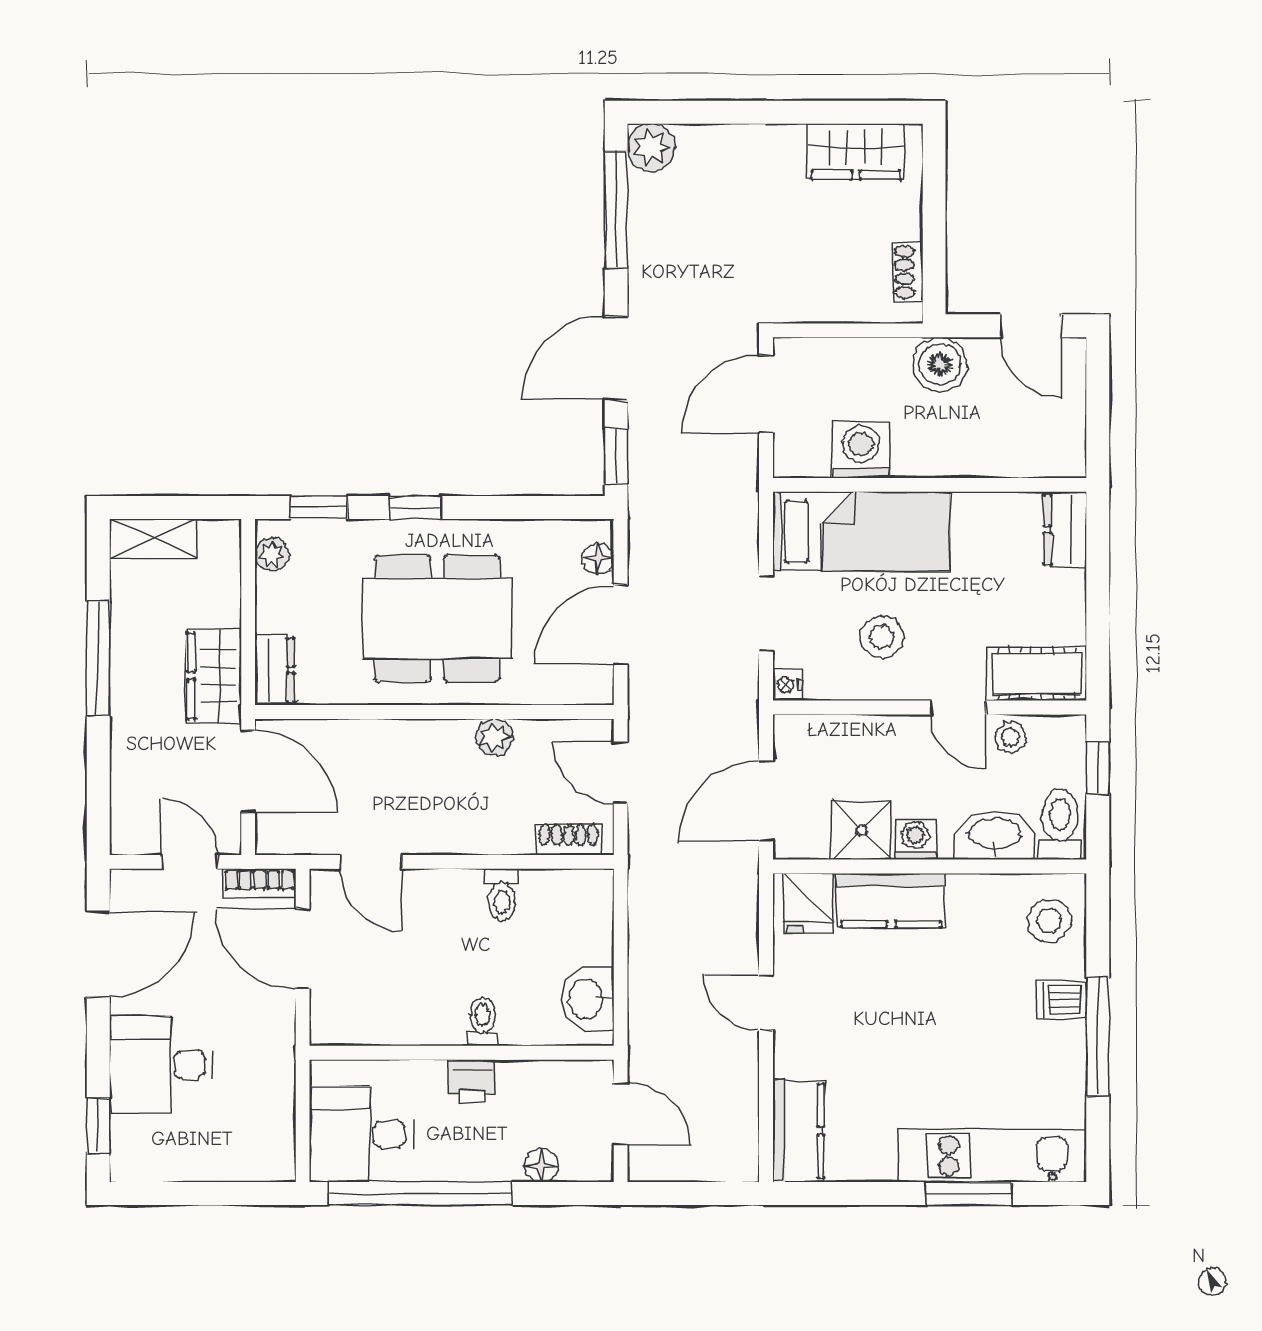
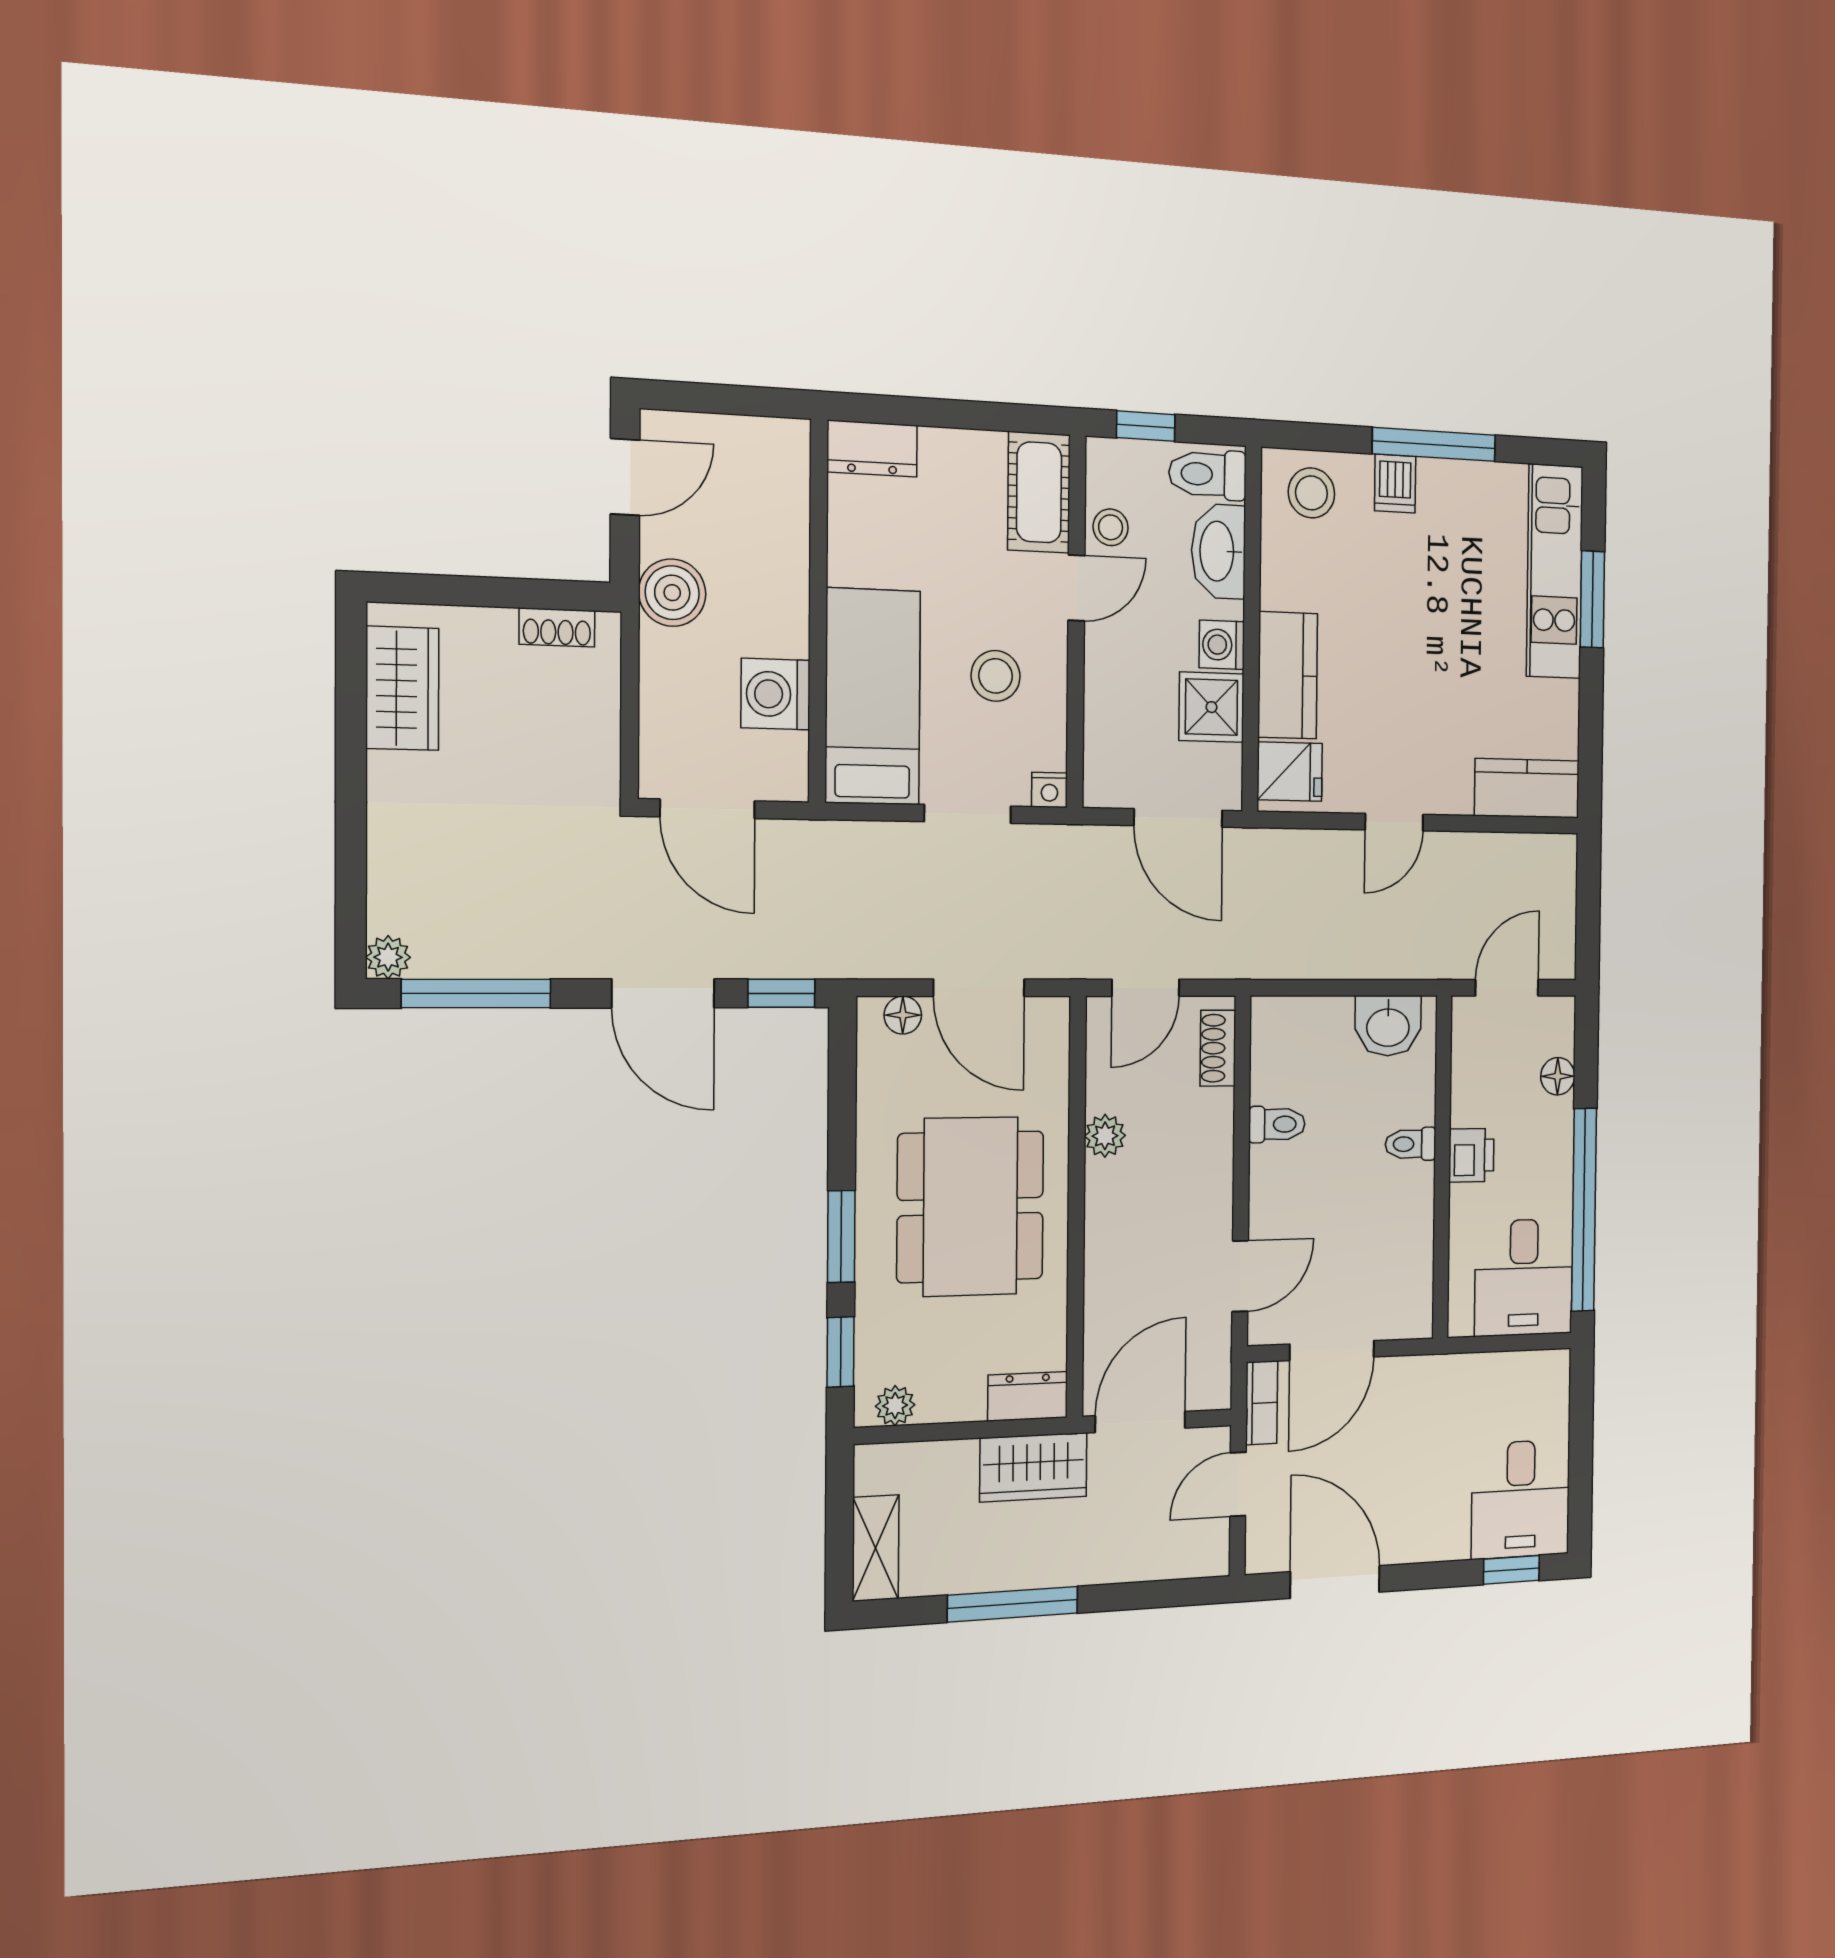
plant: (651, 147) -> (388, 957), width x0.73, depth x0.73
window: (415, 508) -> (841, 1237), width x1.50
desk: (162, 1064) -> (1521, 1499), moved

